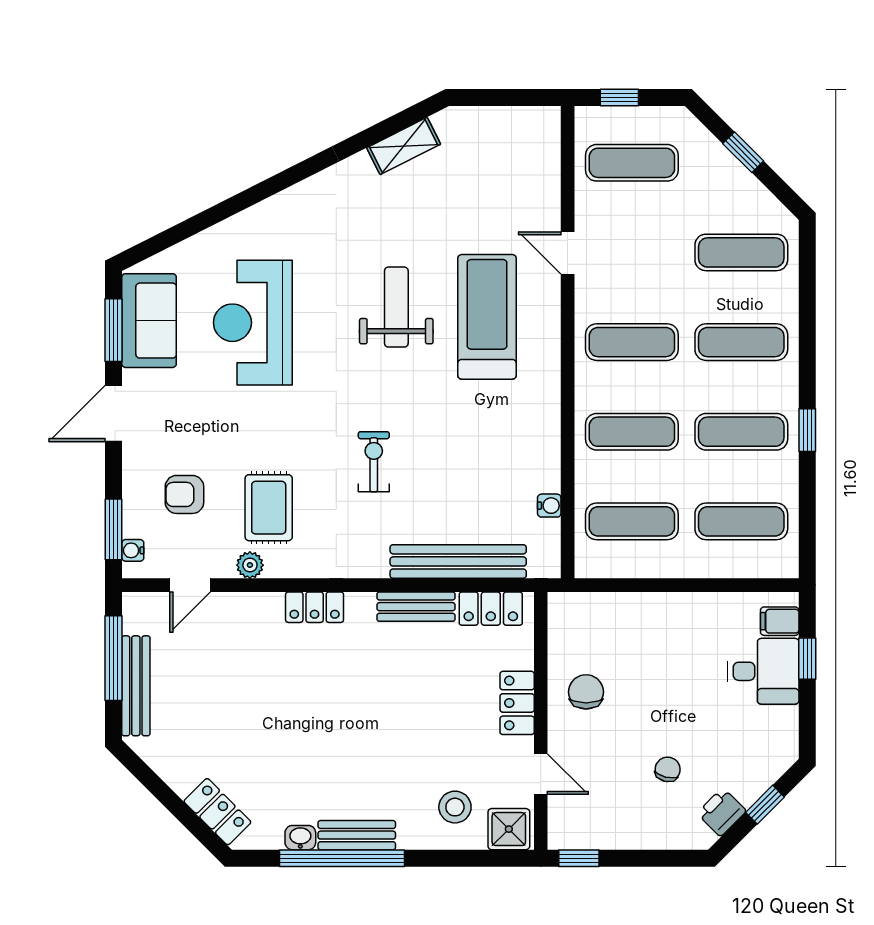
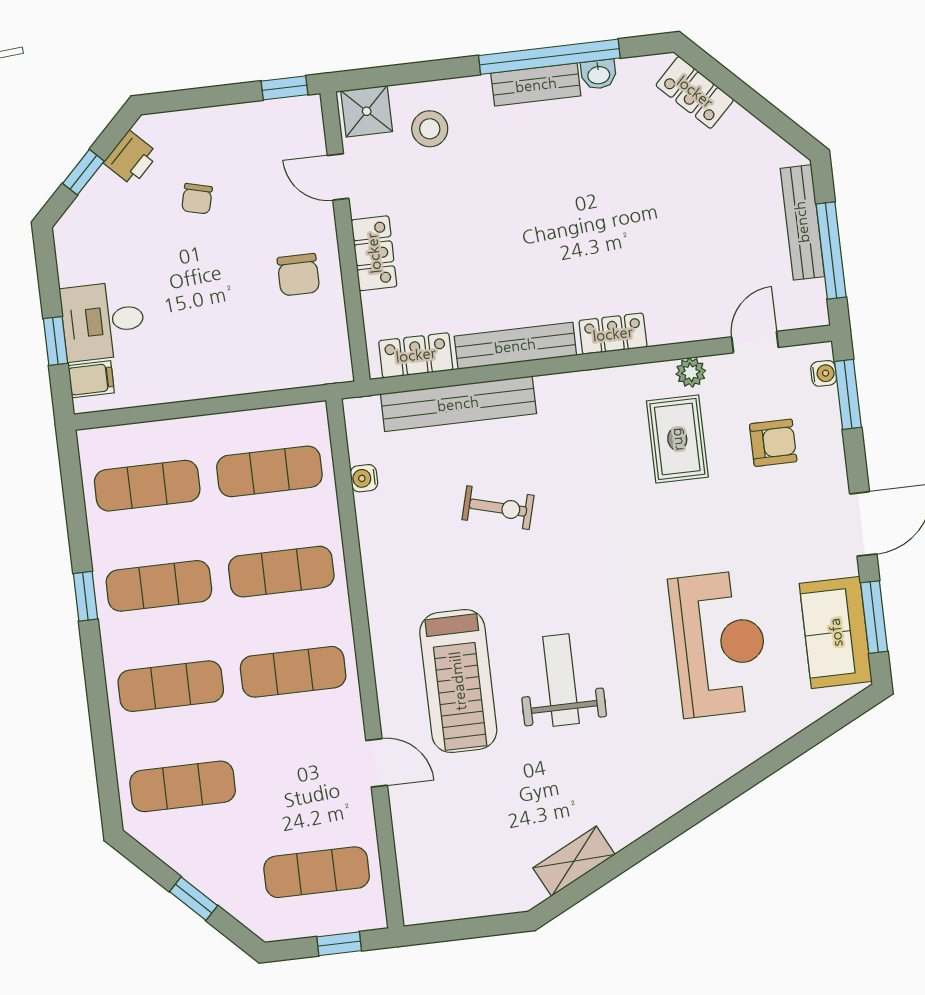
weight bench: (396, 307) -> (561, 680), turned 180
exercise bike: (374, 462) -> (498, 508), moved, turned -75
bench: (416, 607) -> (515, 346), width x1.36

